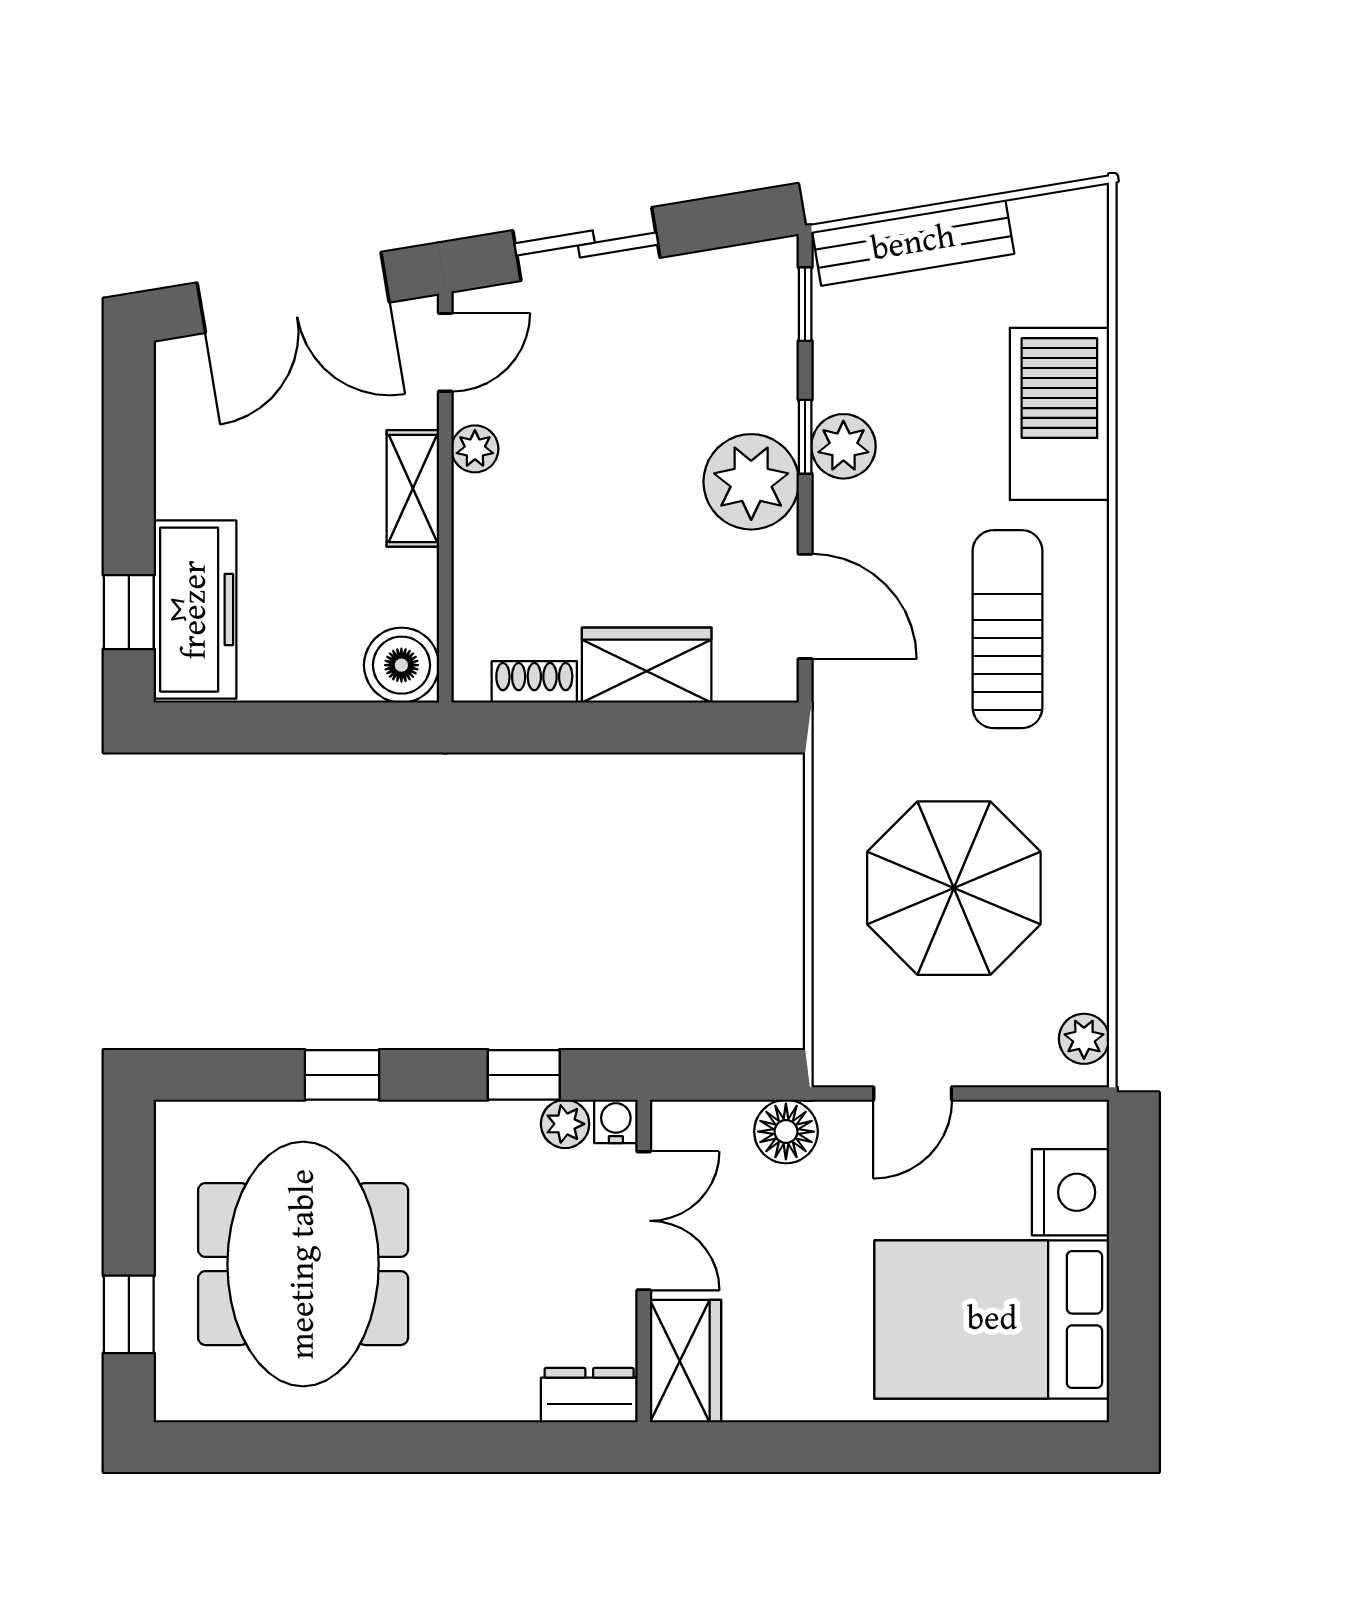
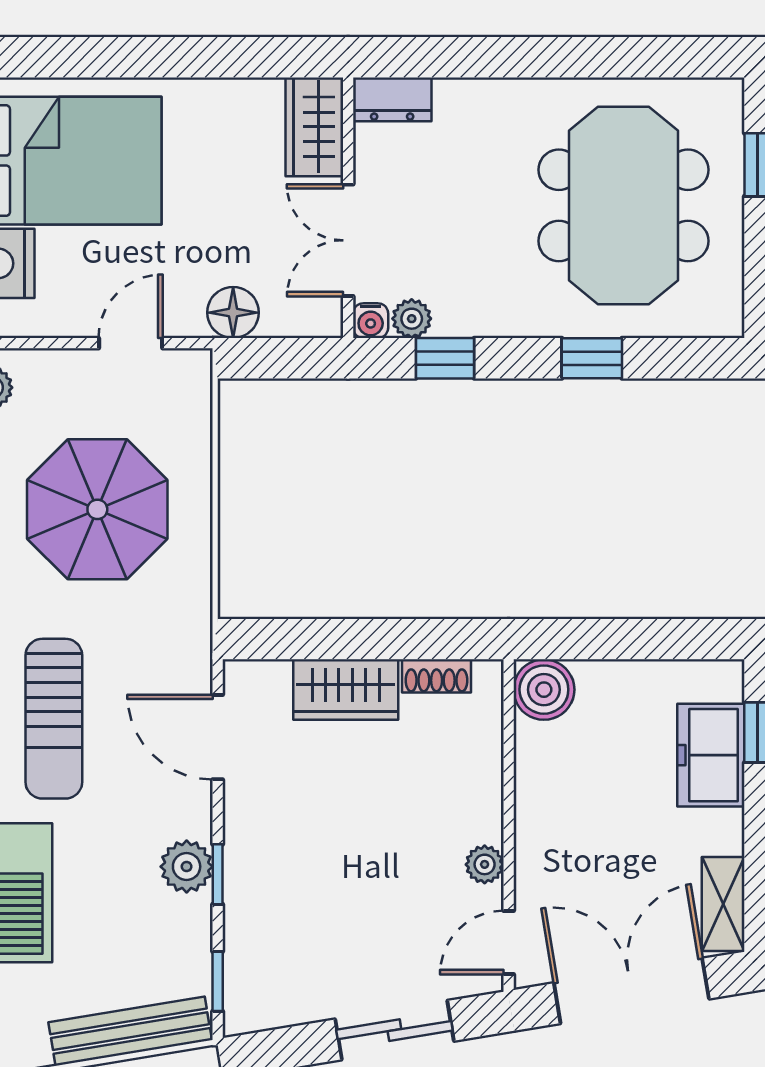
plant: (751, 482) -> (261, 838), removed
shelving: (413, 488) -> (723, 904), moved
freezer: (195, 610) -> (711, 755), width x0.71

